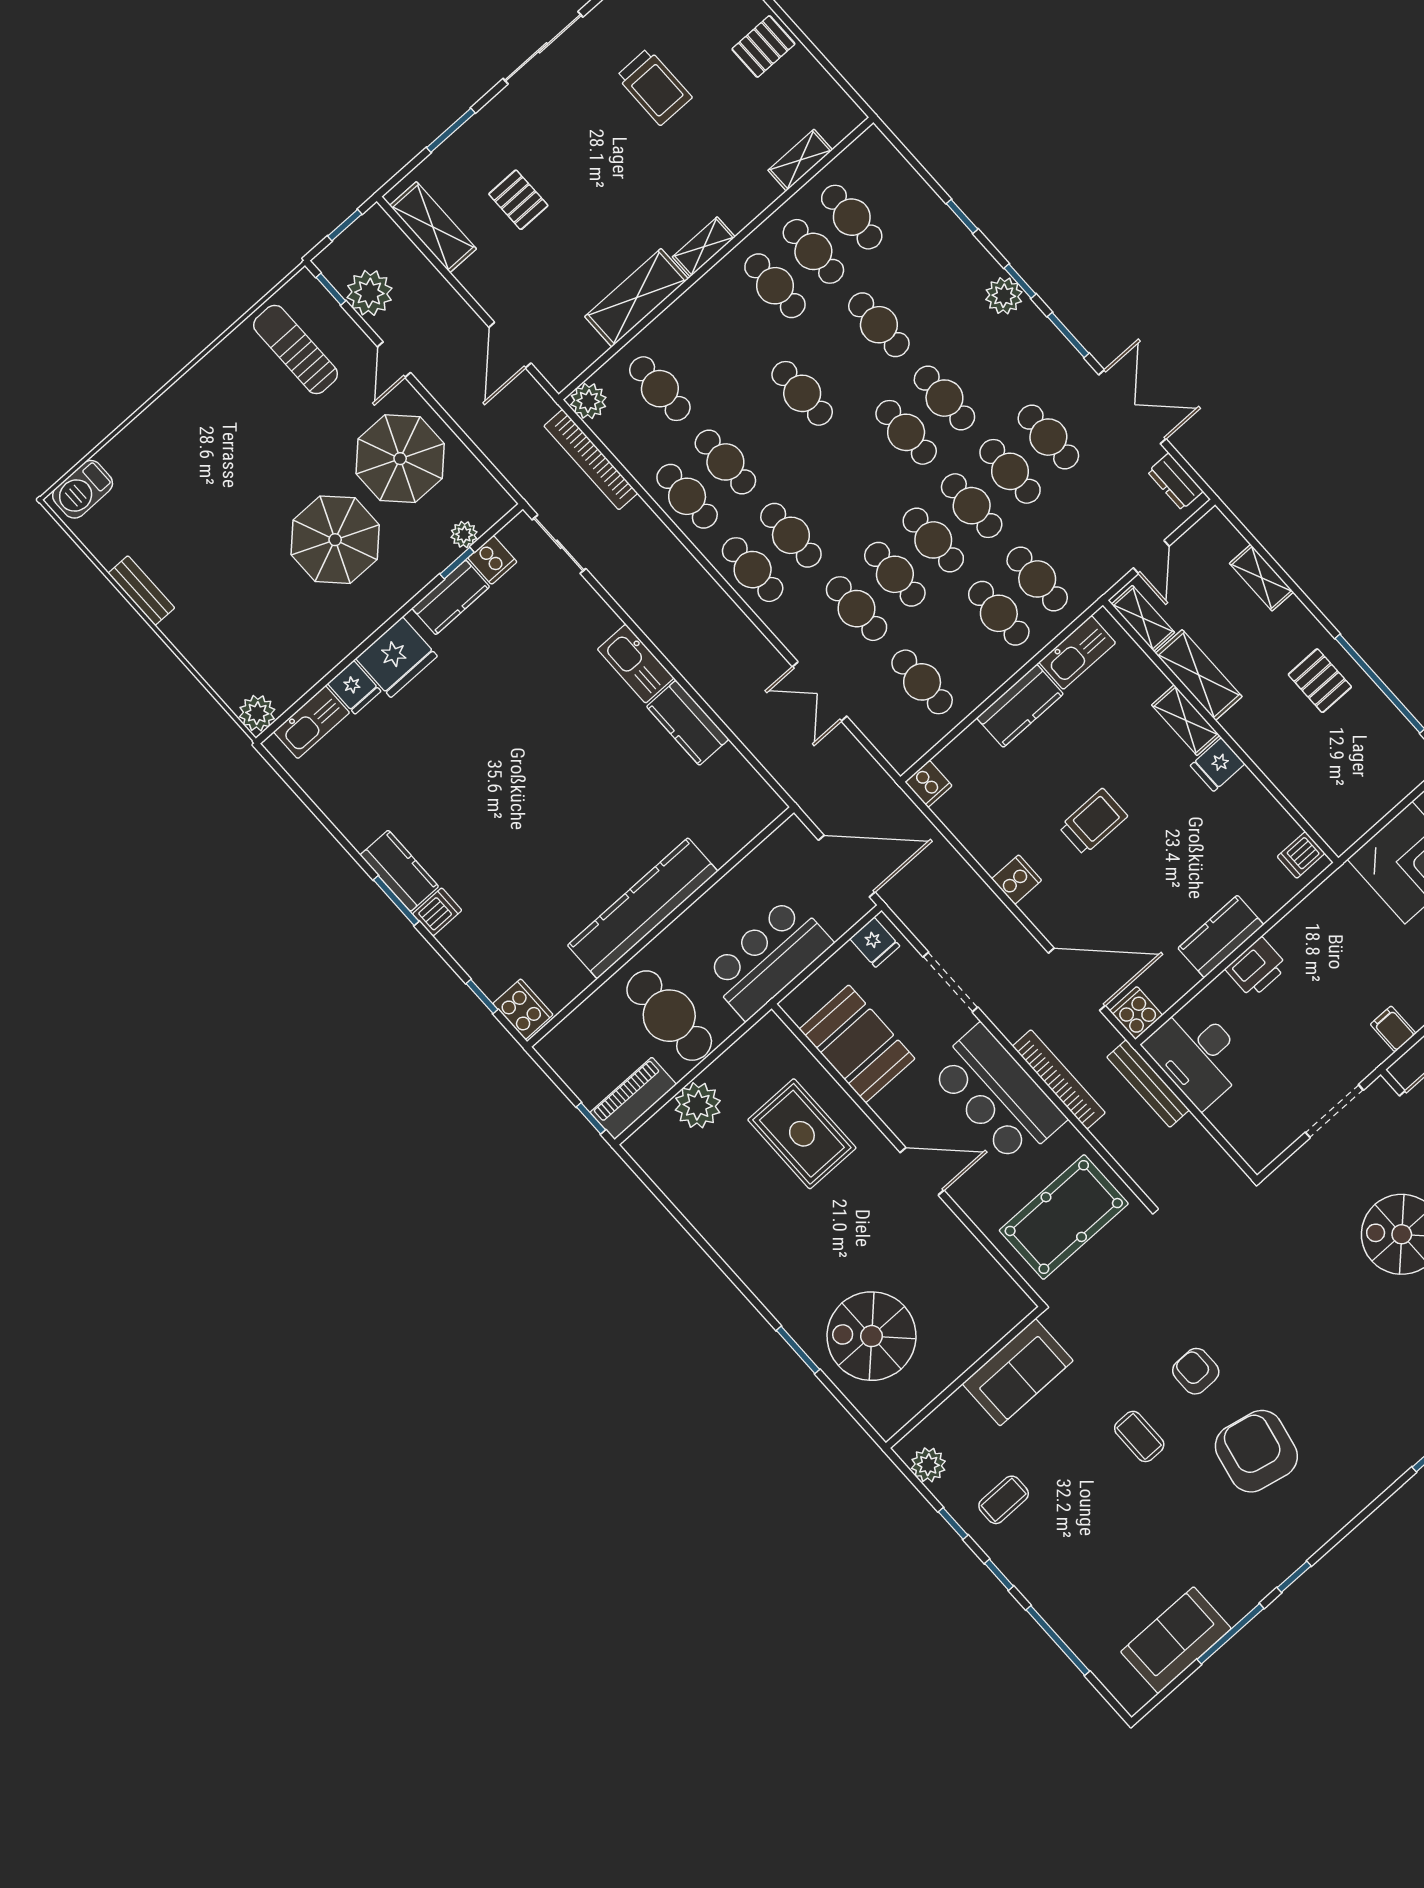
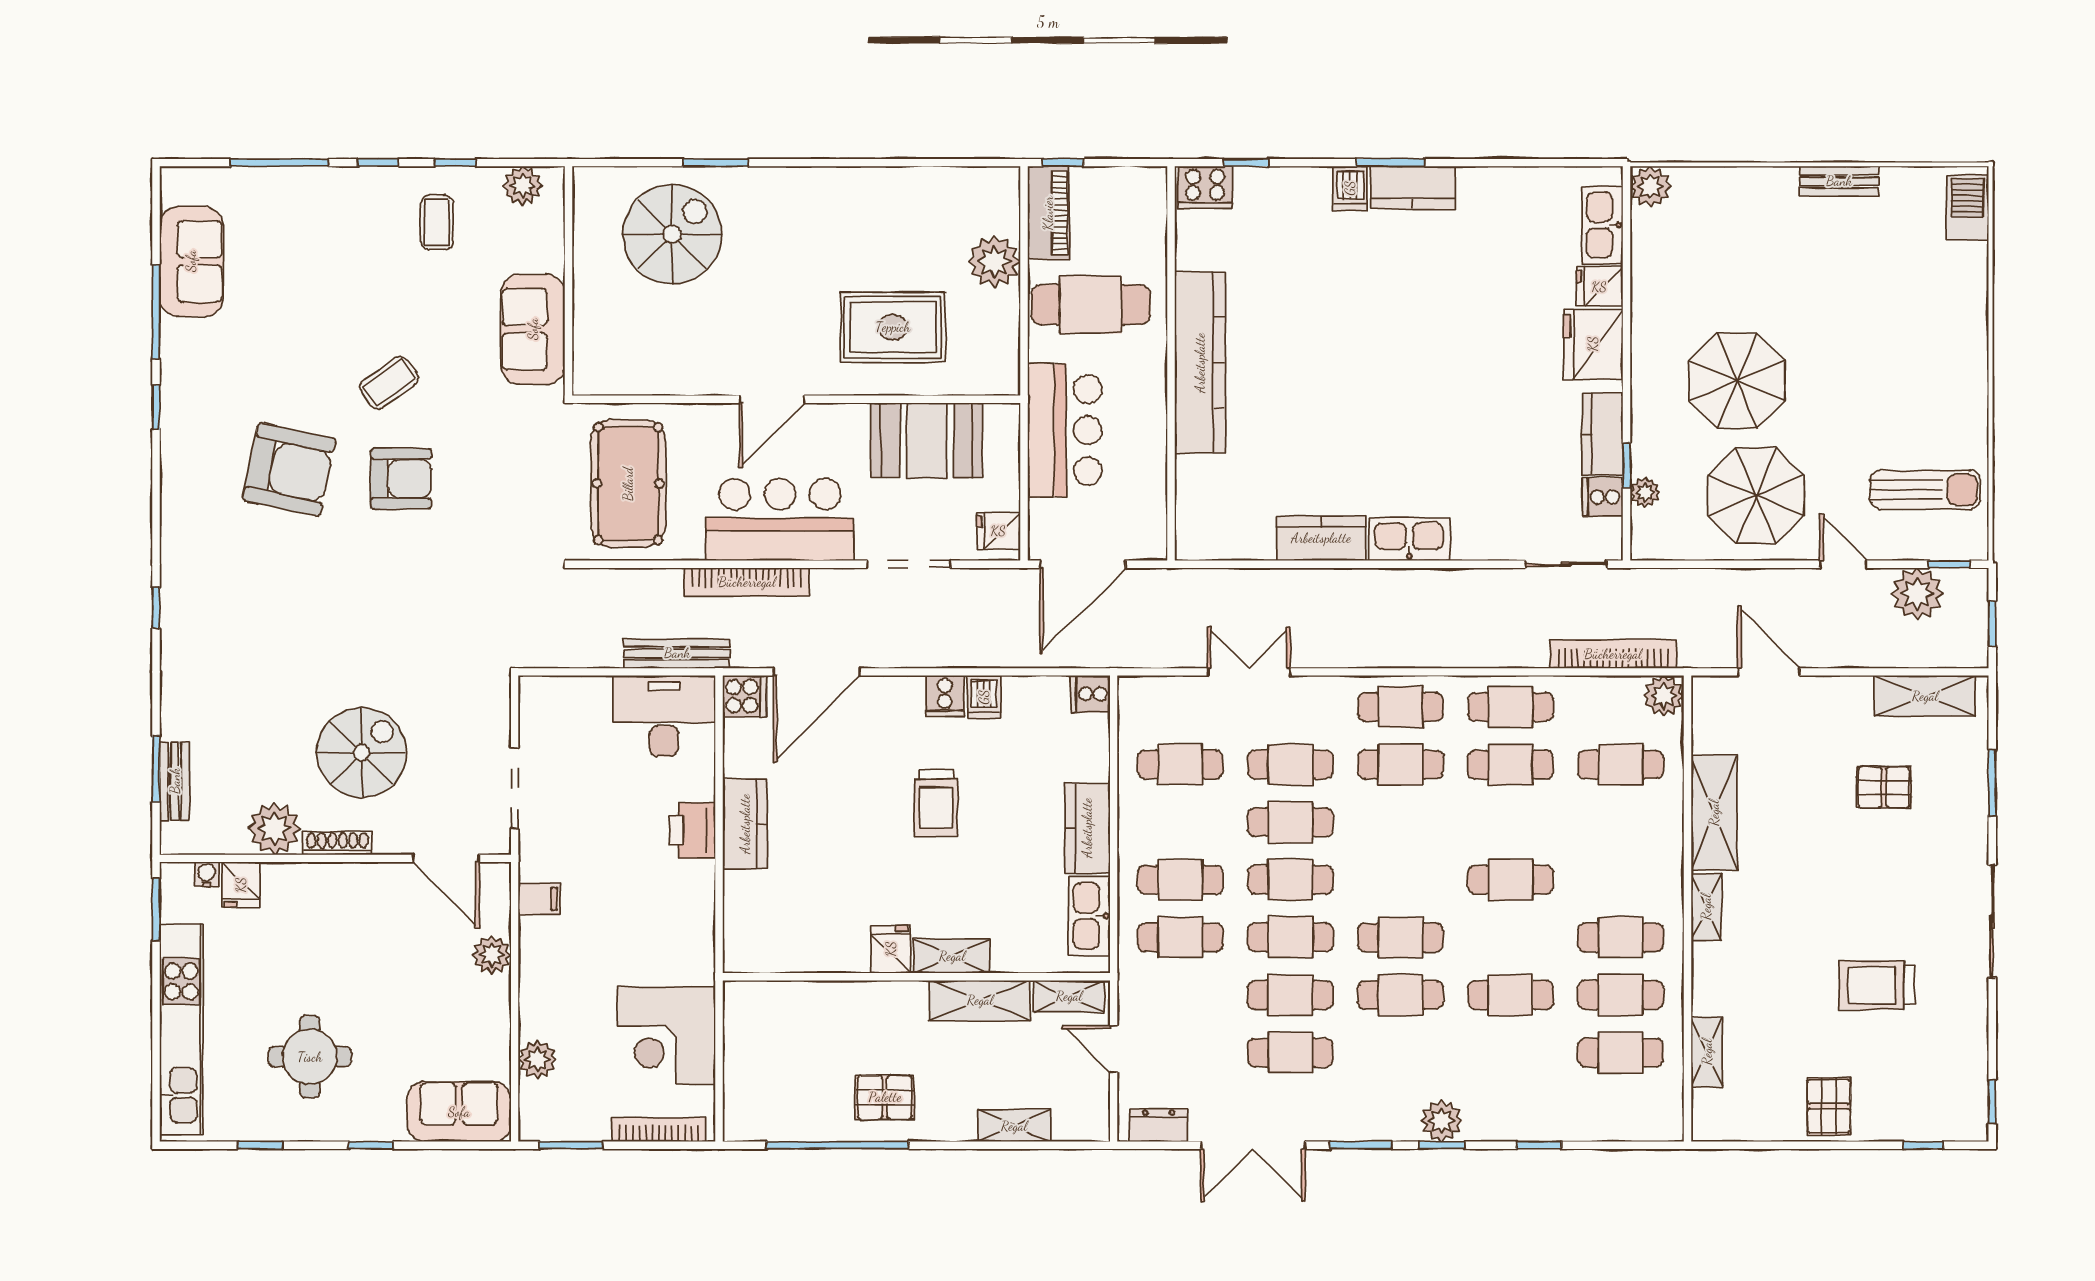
dishwasher: (1301, 855) -> (984, 697), moved, turned 180
armchair: (1196, 1371) -> (401, 479), width x1.38, depth x1.38
coffee table: (1139, 1436) -> (389, 383), turned -36

